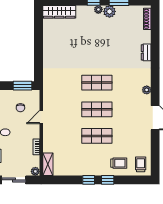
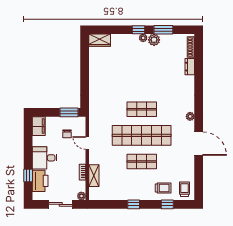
wardrobe: (59, 12) -> (100, 40), width x0.67
dresser: (146, 52) -> (190, 67), moved
shop shelf: (97, 109) -> (142, 135), width x2.00, depth x1.36
door: (41, 117) -> (87, 143), hinge flipped
shelving: (48, 164) -> (94, 176), moved
window: (108, 180) -> (167, 204), moved

